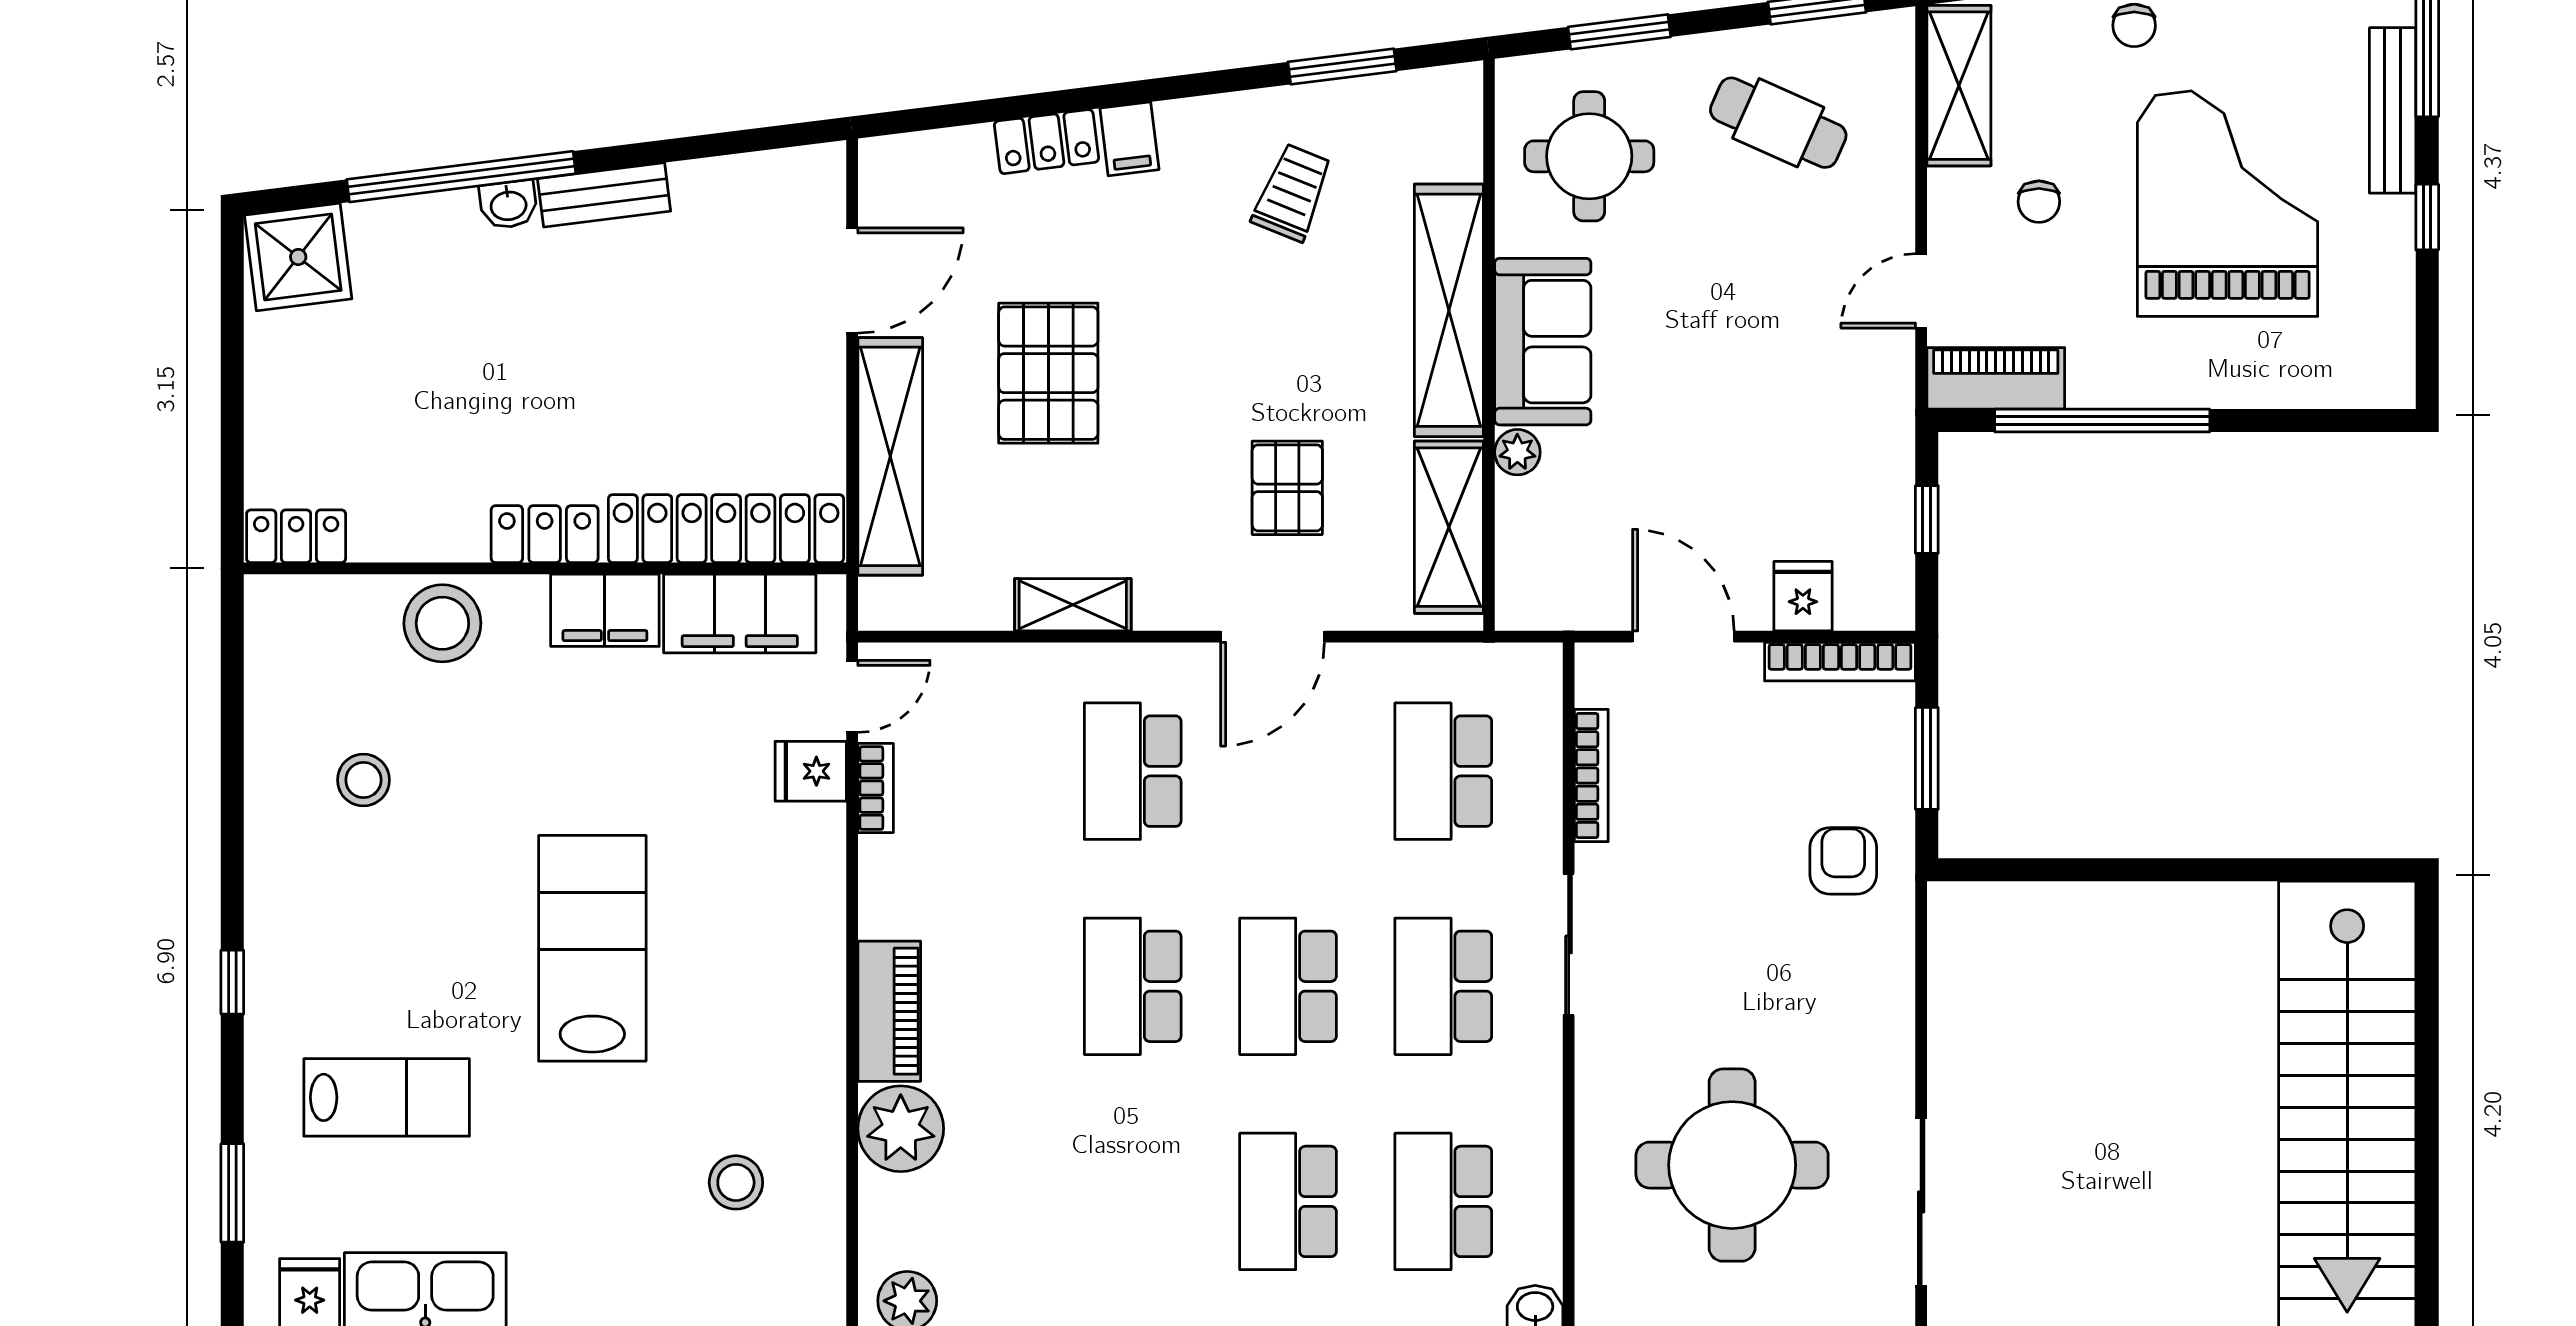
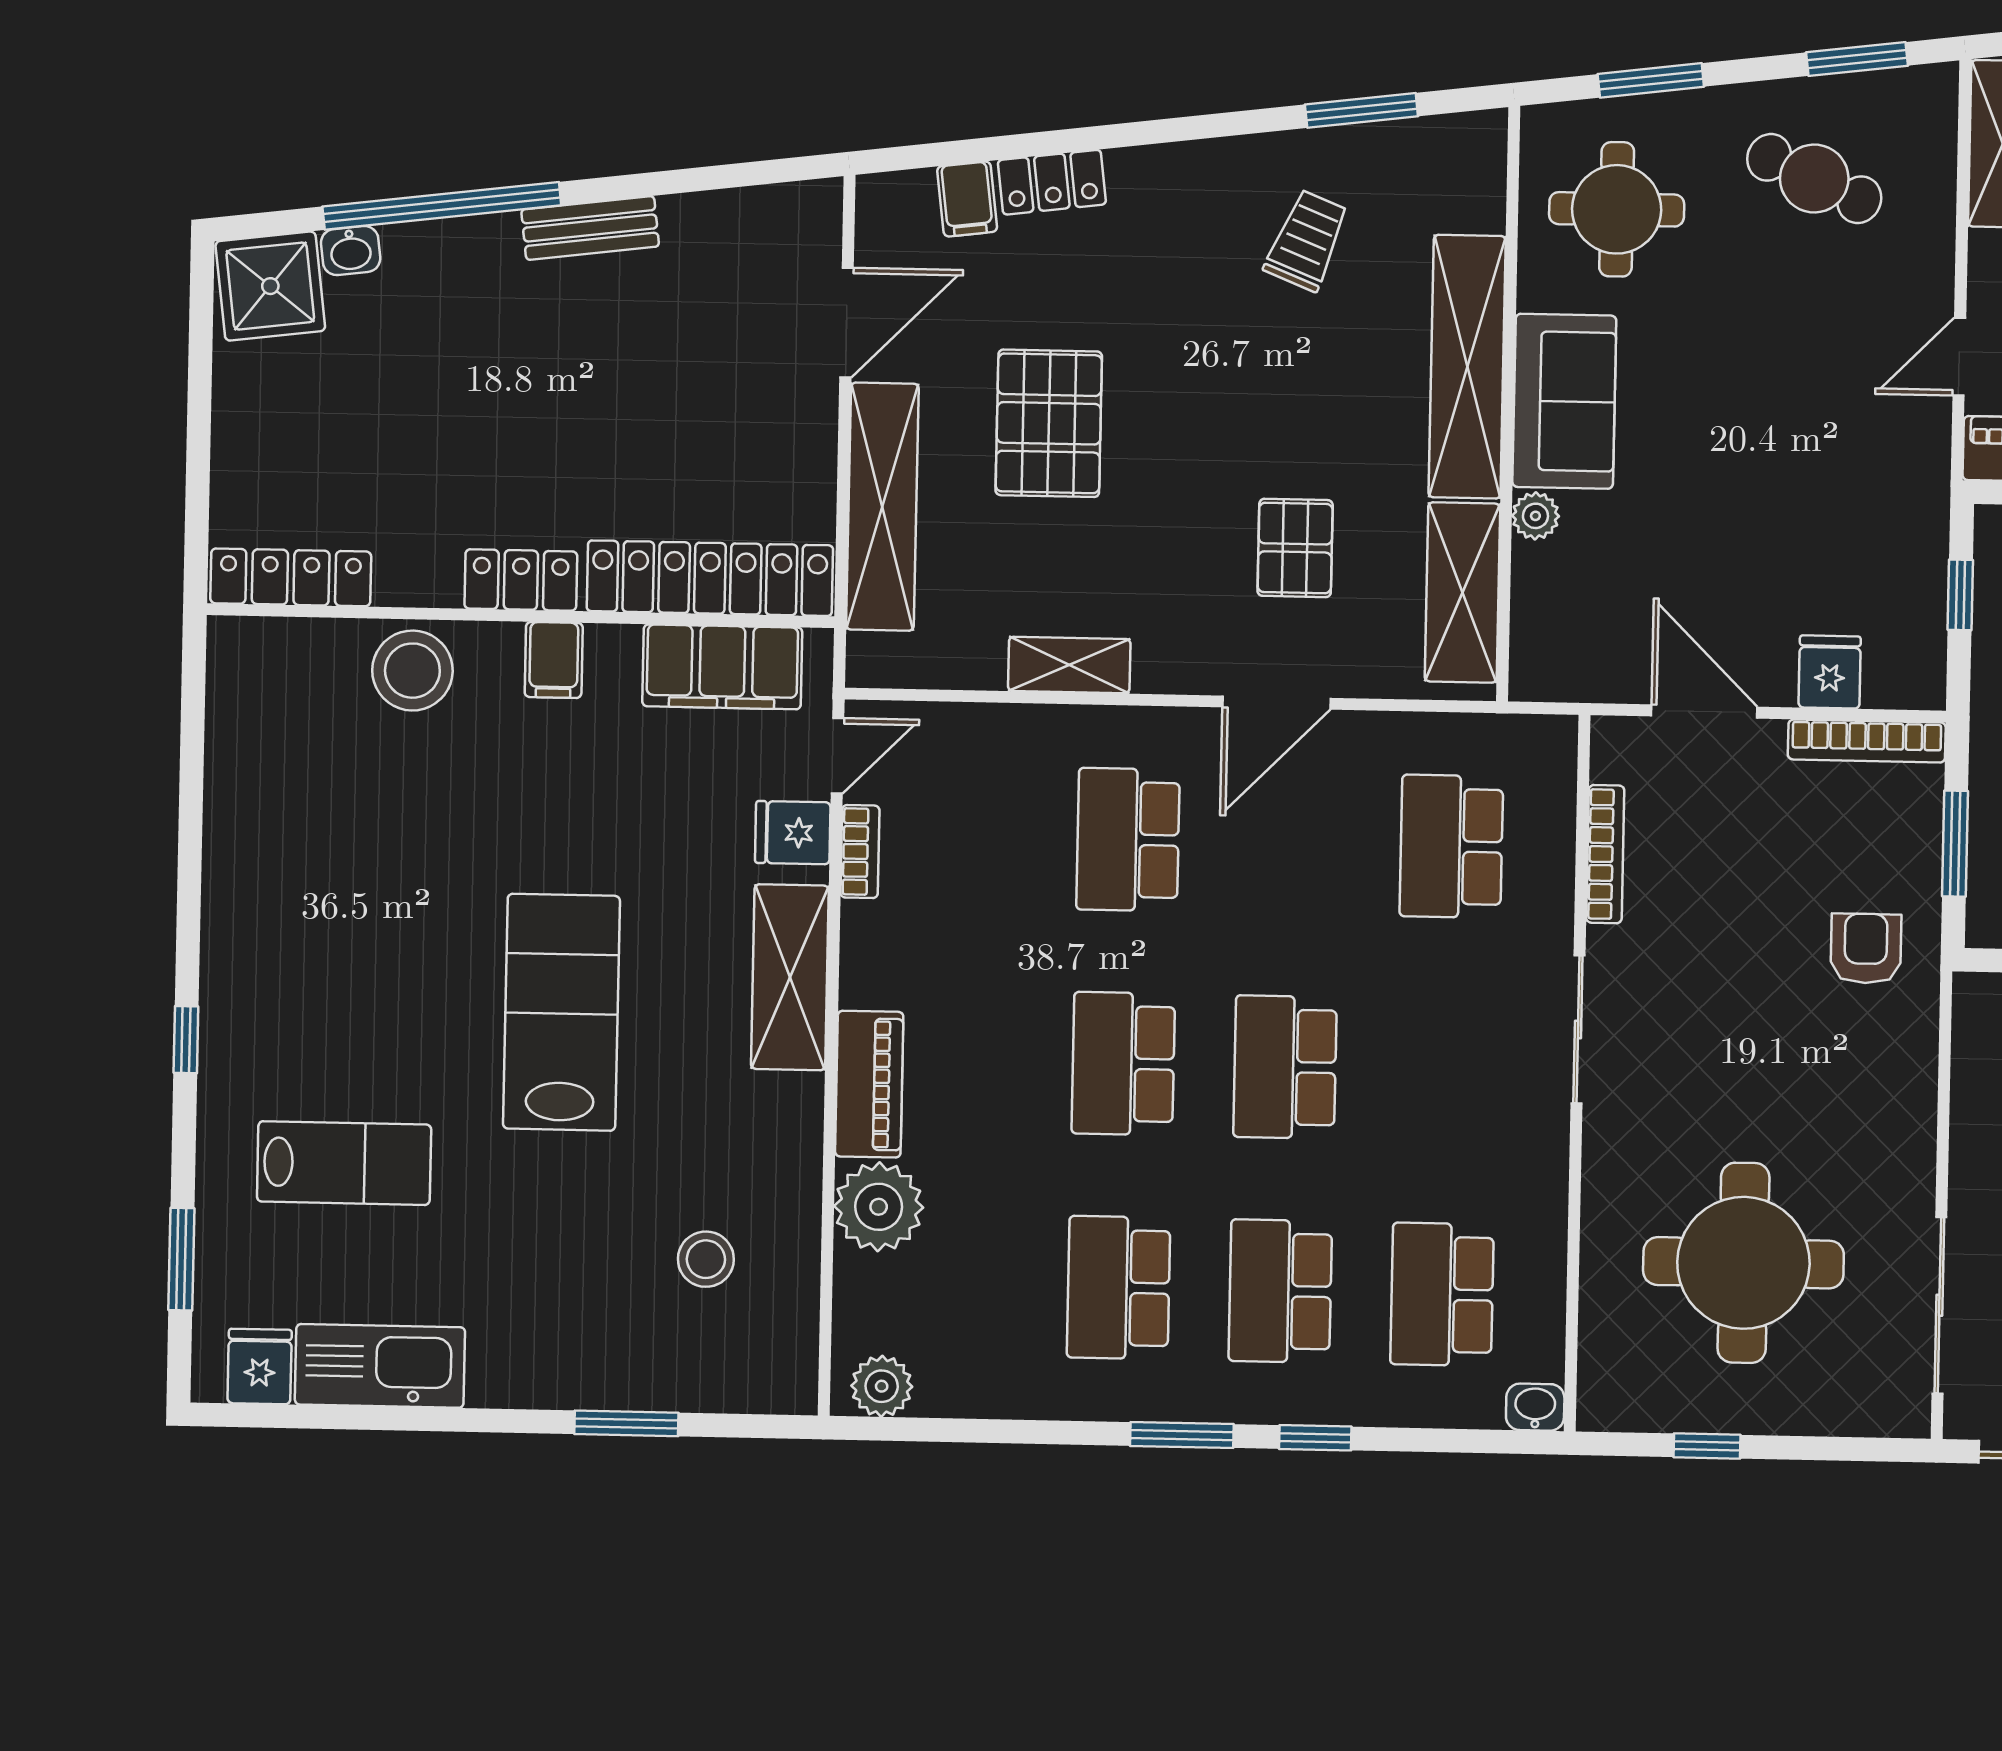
filing cabinet: (1129, 139) -> (967, 199), moved
washbasin: (508, 205) -> (351, 251), moved
locker: (296, 536) -> (291, 577), width x1.53
filing cabinet: (605, 610) -> (554, 660), width x0.50
stool: (363, 780) -> (327, 832), removed
shelving: (811, 910) -> (790, 977), added
school desk: (1443, 986) -> (1119, 1288), moved

